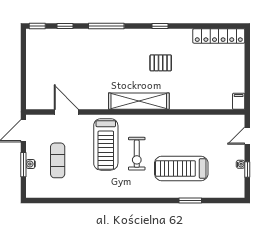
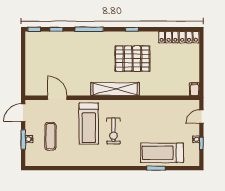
pallet: (161, 63) -> (132, 59), width x2.05, depth x2.00
treadmill: (181, 168) -> (162, 153), moved

